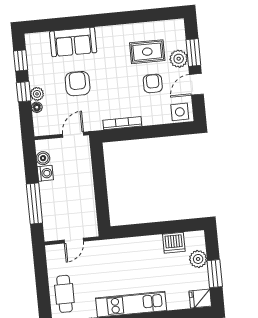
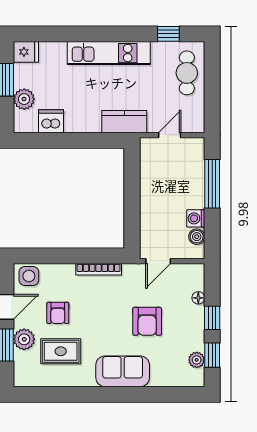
sofa: (73, 42) -> (123, 371), moved
plant: (37, 94) -> (197, 360), moved
kitchen counter: (113, 248) -> (124, 122), added

